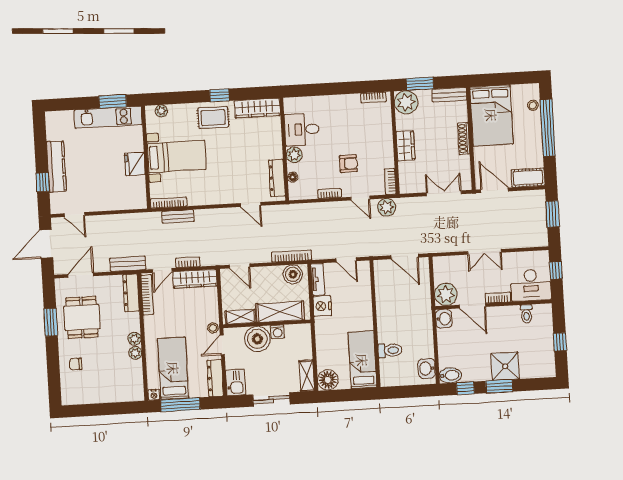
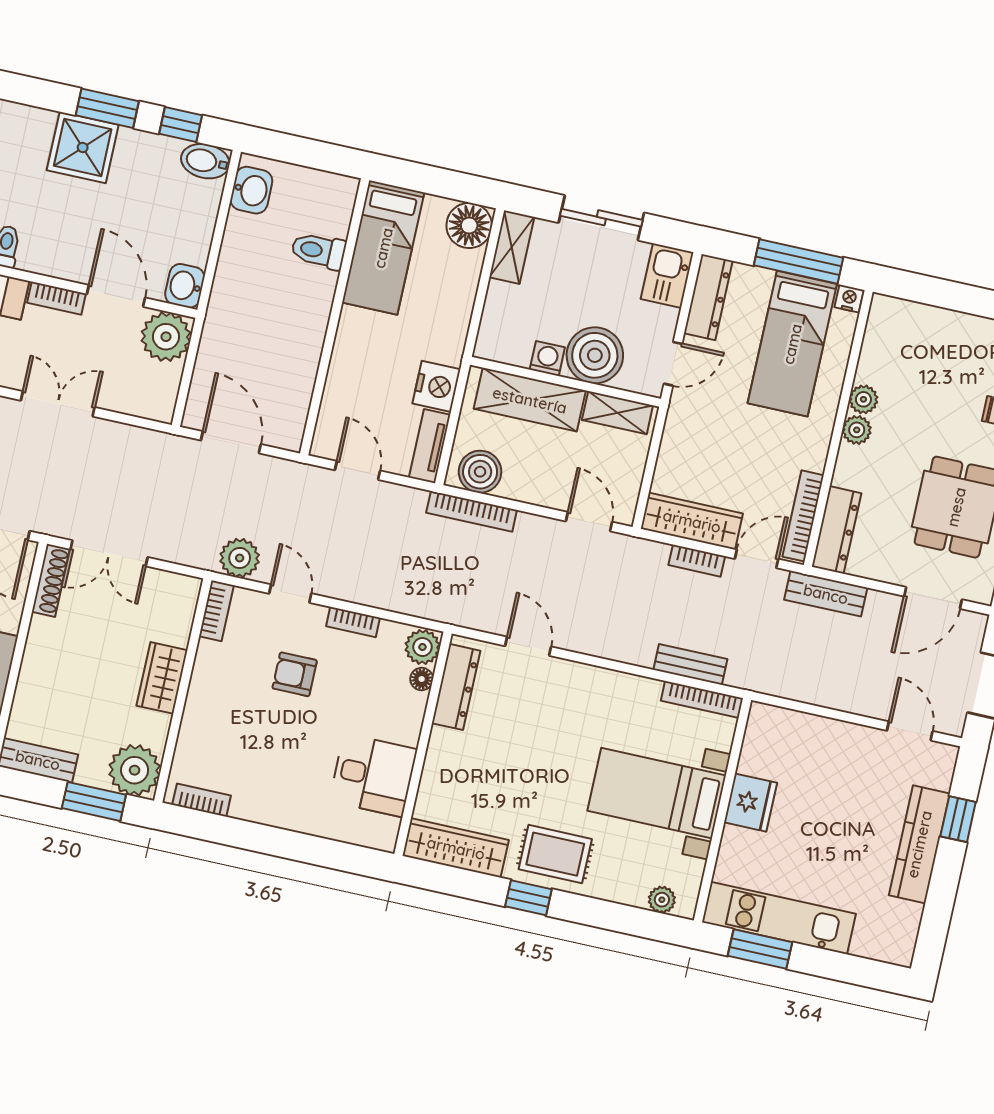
shoe rack: (464, 139) -> (51, 580), moved
plant: (294, 155) -> (422, 647), moved
stool: (213, 328) -> (683, 406), removed

